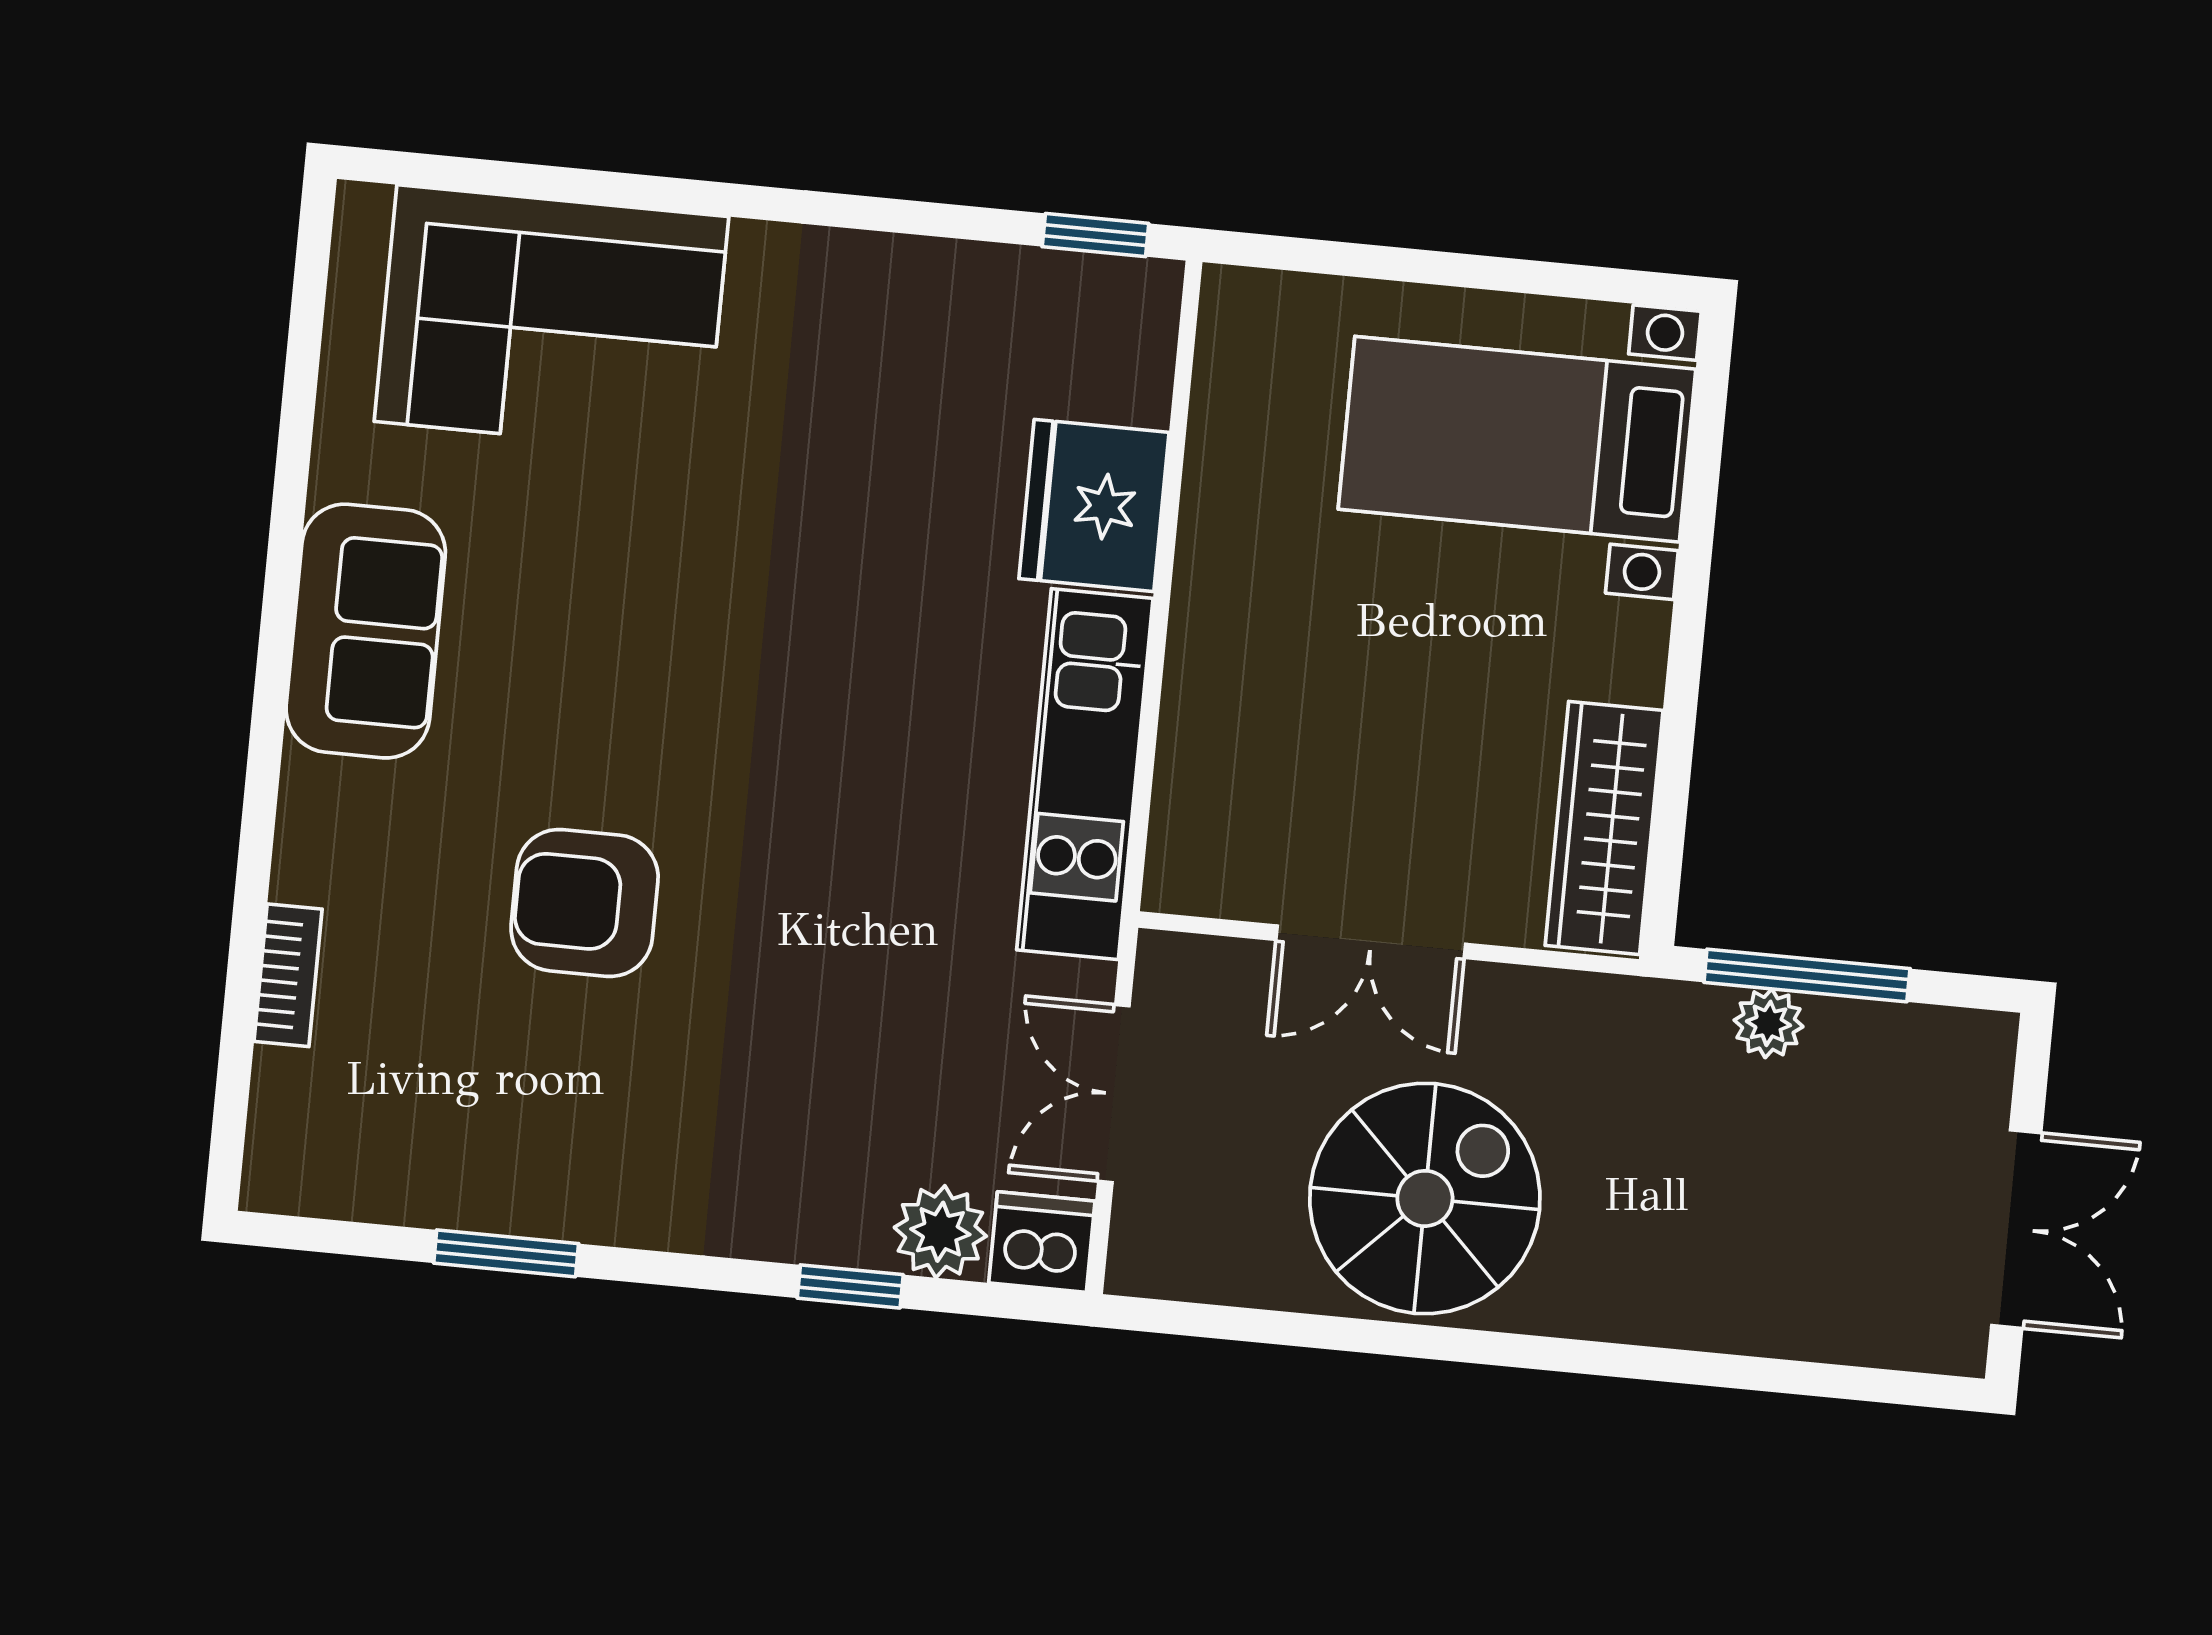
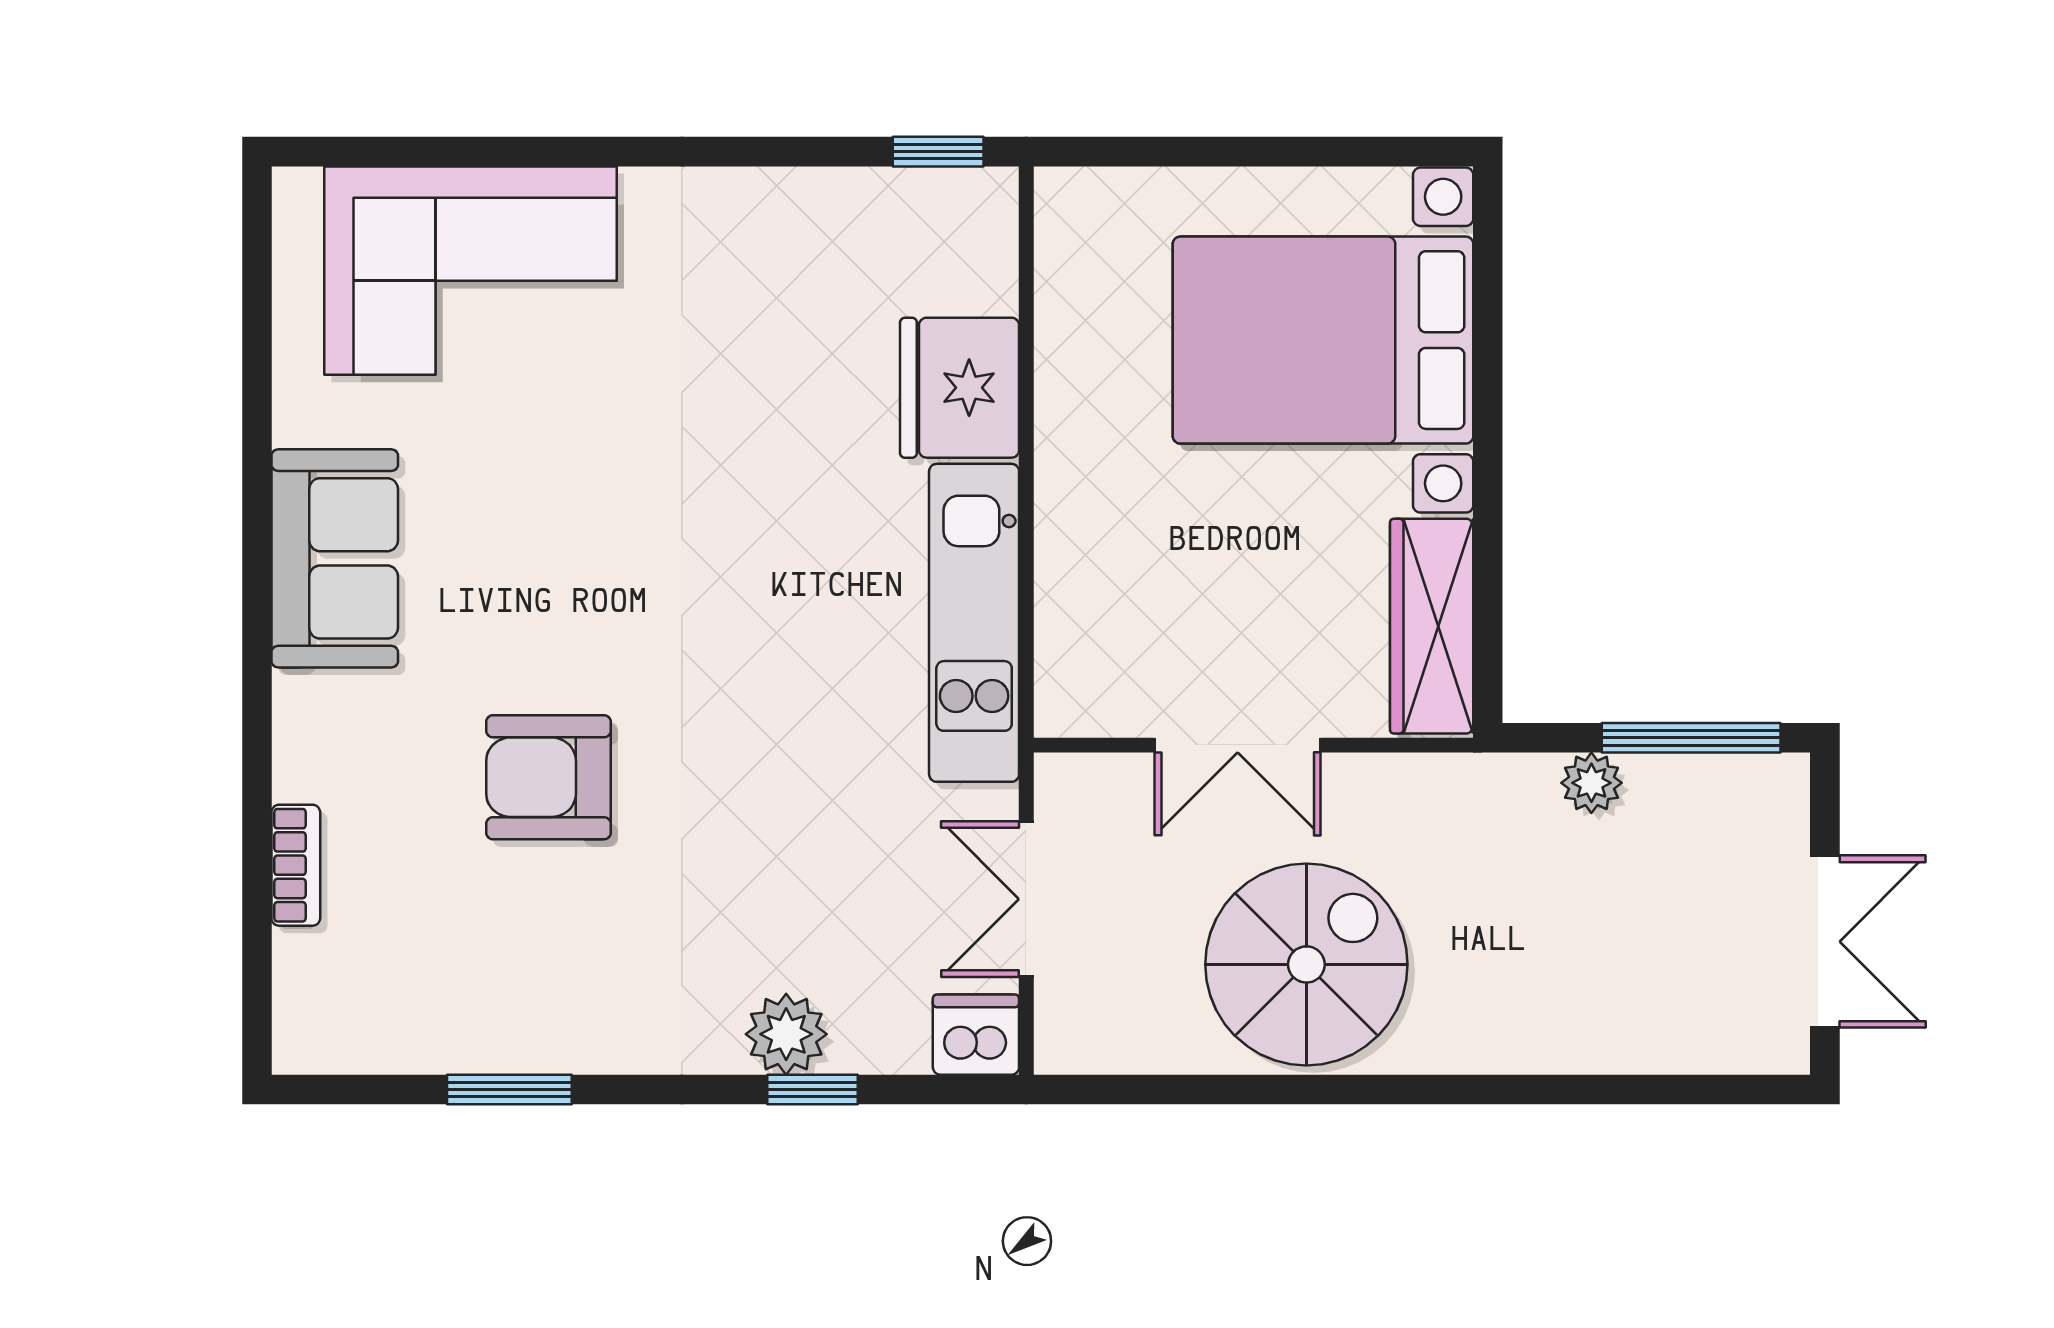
bed with nightstands: (1517, 439) -> (1323, 340), width x1.36
window: (1807, 975) -> (1691, 738), moved
plant: (940, 1232) -> (786, 1034), moved

